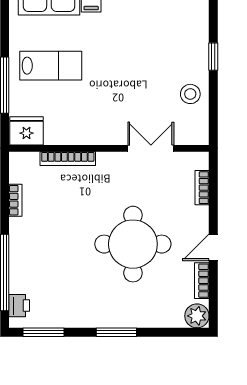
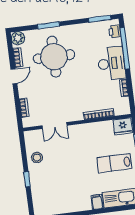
round table: (133, 244) -> (54, 57), moved
desk: (33, 248) -> (111, 63), added
window: (116, 332) -> (49, 25), moved

